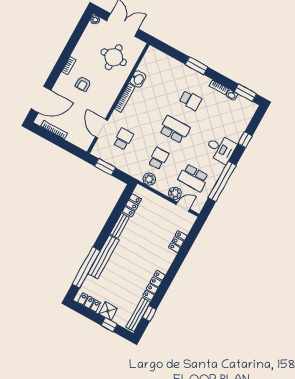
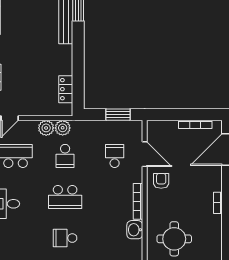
armchair: (83, 84) -> (161, 181), moved
school desk: (123, 139) -> (115, 156), turned 180
plant: (175, 193) -> (46, 128), moved
bench: (120, 226) -> (67, 60), removed

